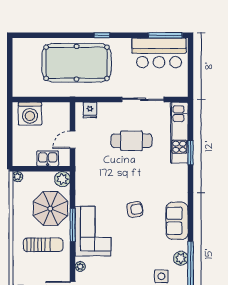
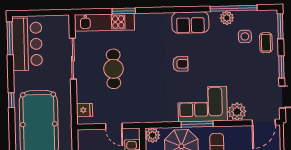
armchair: (135, 209) -> (180, 64), turned 99
plant: (80, 266) -> (237, 112), width x1.88, depth x1.88

